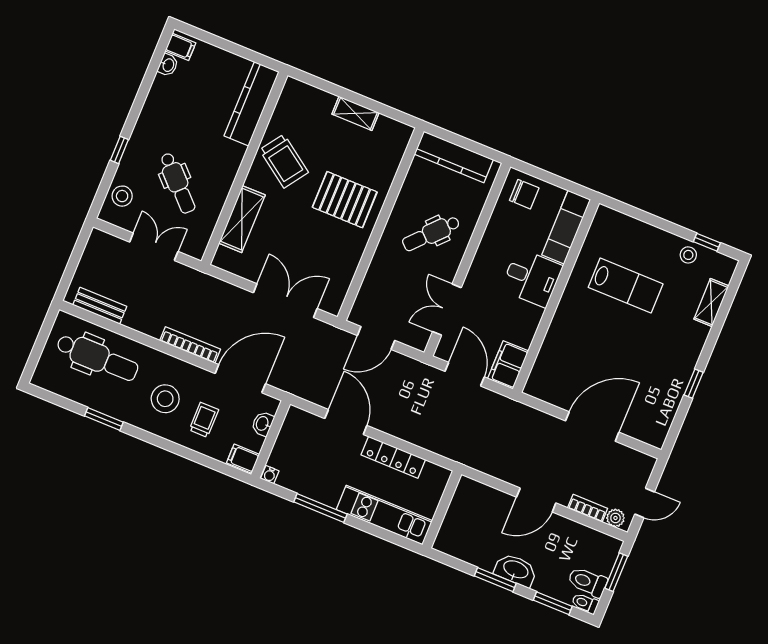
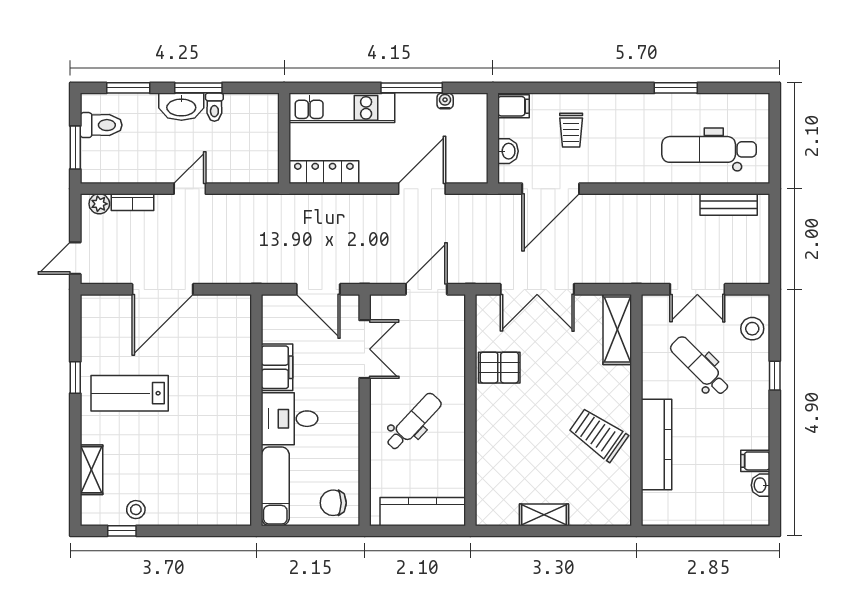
filing cabinet: (180, 47) -> (755, 461), moved
kitchen counter: (252, 104) -> (657, 444), moved
pallet: (345, 200) -> (499, 368), moved, width x0.67, depth x0.71
shelving: (242, 219) -> (617, 329), moved
lab bench: (626, 286) -> (130, 393), moved
bookcase: (190, 345) -> (617, 202), removed
filing cabinet: (508, 365) -> (277, 367), moved
stool: (165, 399) -> (620, 135), removed
door: (346, 422) -> (422, 189), swing flipped
locker: (393, 457) -> (324, 172), moved
water cooler: (270, 475) -> (445, 101), moved
door: (536, 500) -> (190, 189), width x0.73
door: (645, 503) -> (75, 258), moved
toilet: (585, 603) -> (214, 107), moved, turned 90

